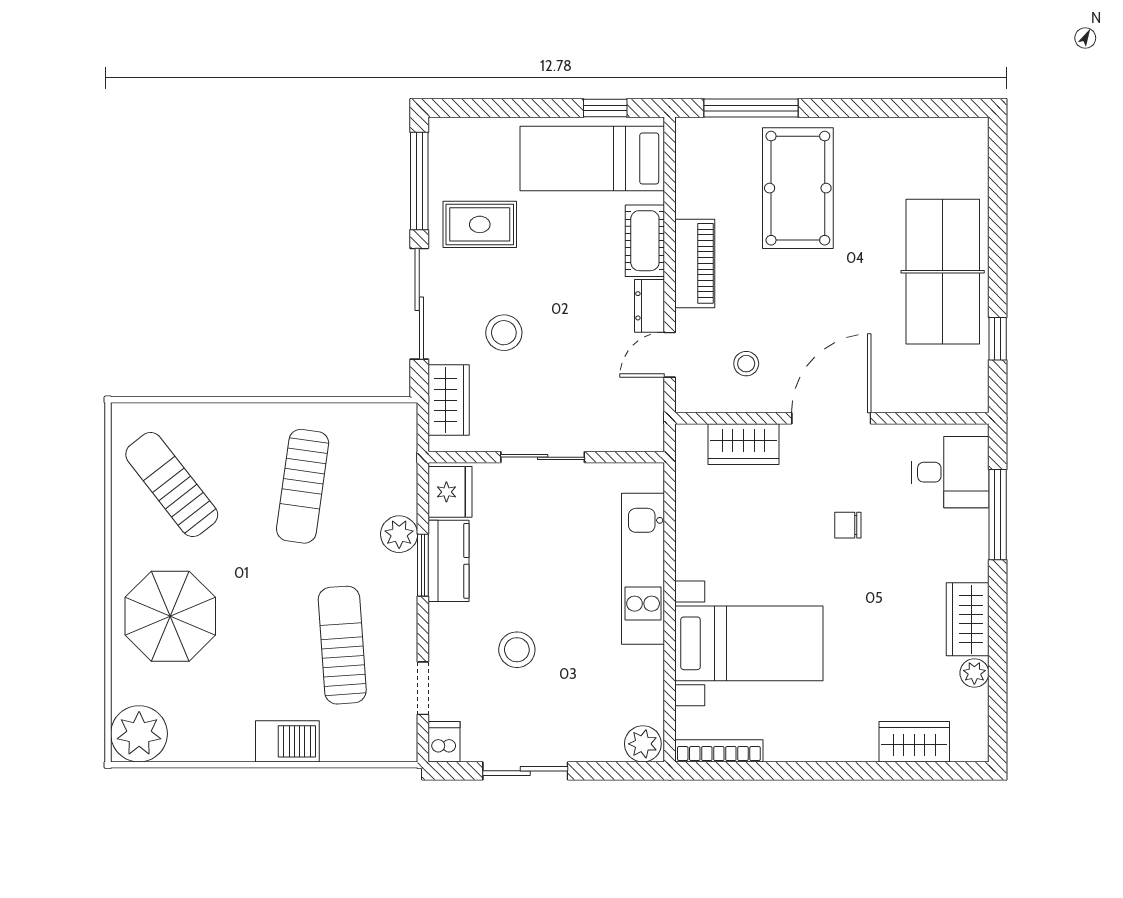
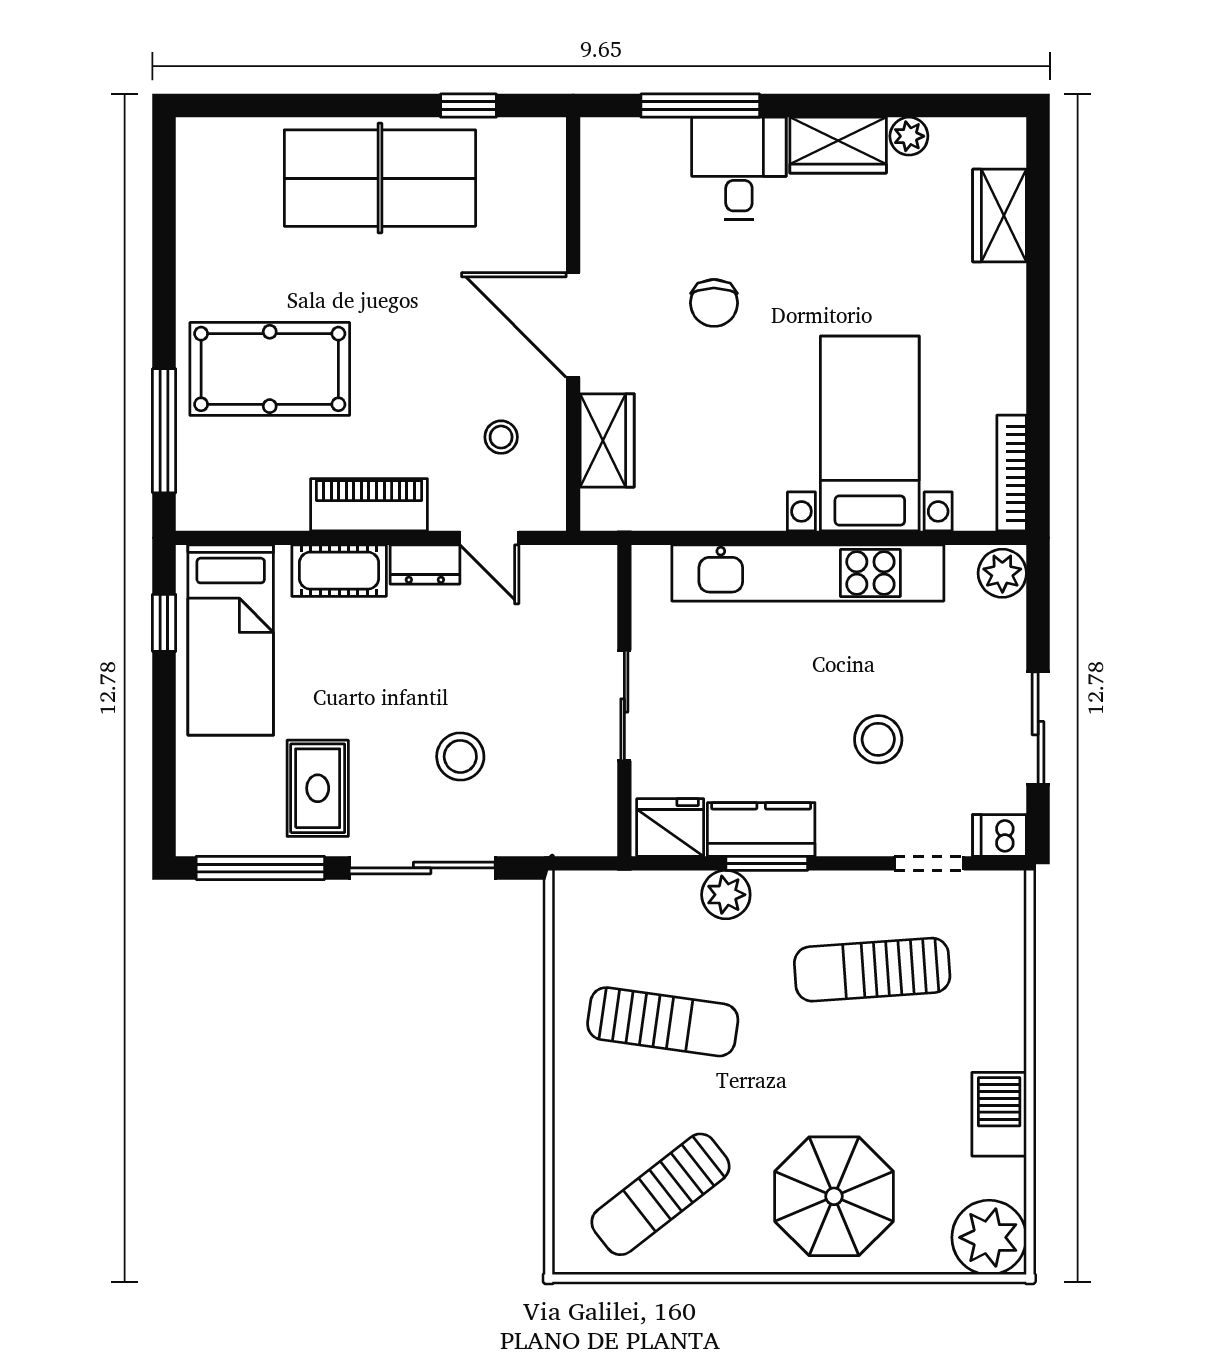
wardrobe: (449, 400) -> (549, 829), removed
desk: (950, 472) -> (739, 168), moved
chair: (848, 525) -> (714, 303), width x1.37, depth x1.37
kitchen unit: (643, 569) -> (808, 573), width x1.36
barbecue: (287, 741) -> (999, 1114), moved

